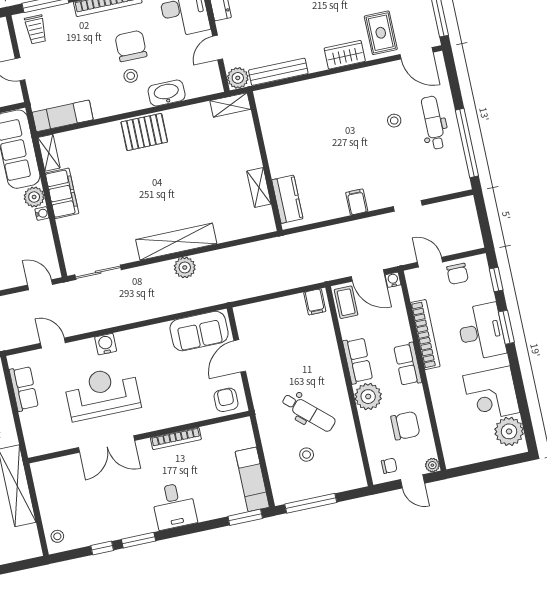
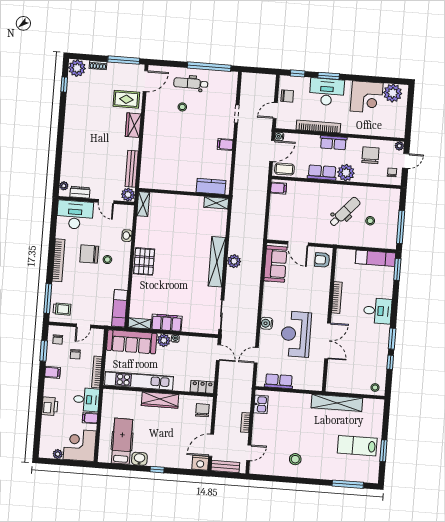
washbasin: (167, 93) -> (127, 236), width x0.52, depth x0.69
shelving: (259, 187) -> (216, 203), moved
door: (40, 285) -> (218, 353), swing flipped

